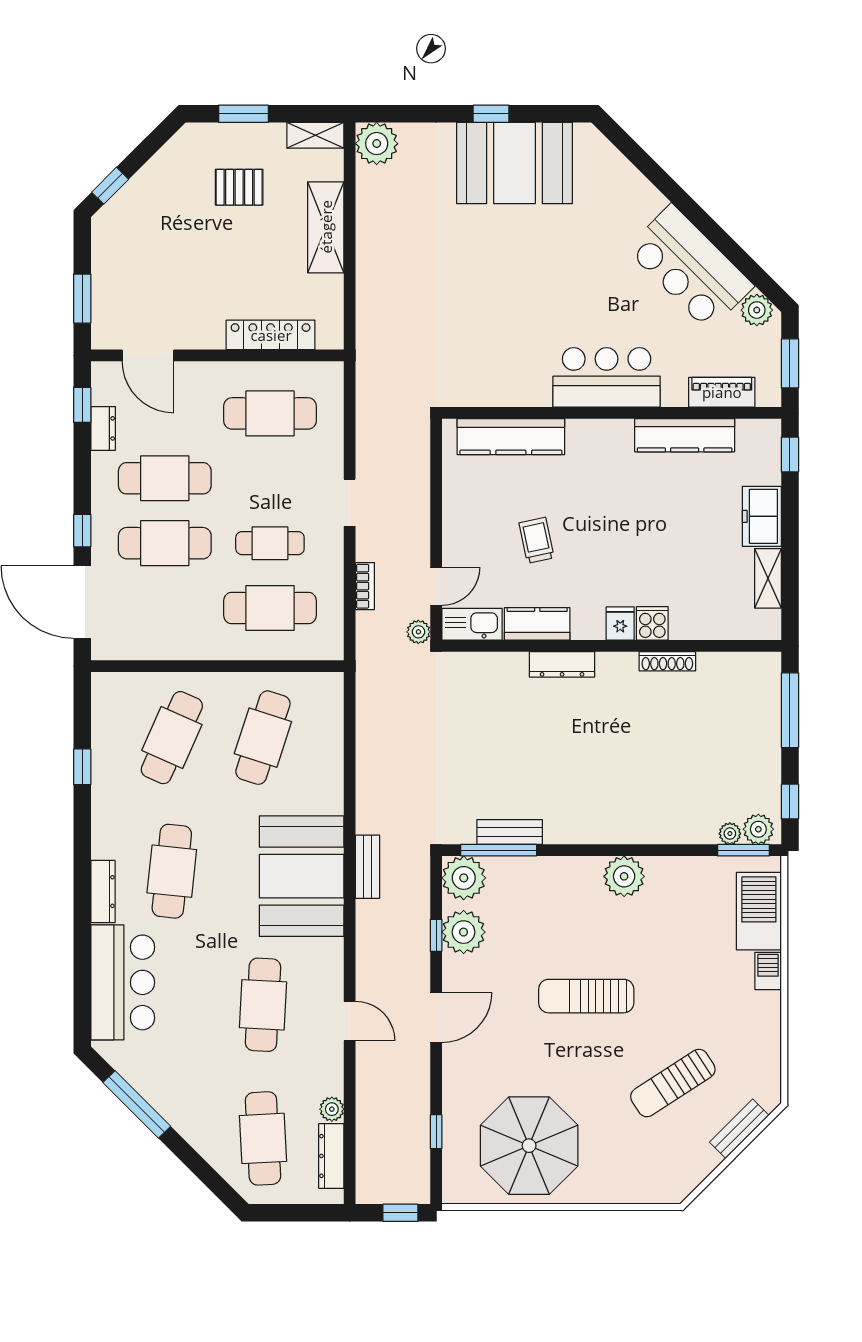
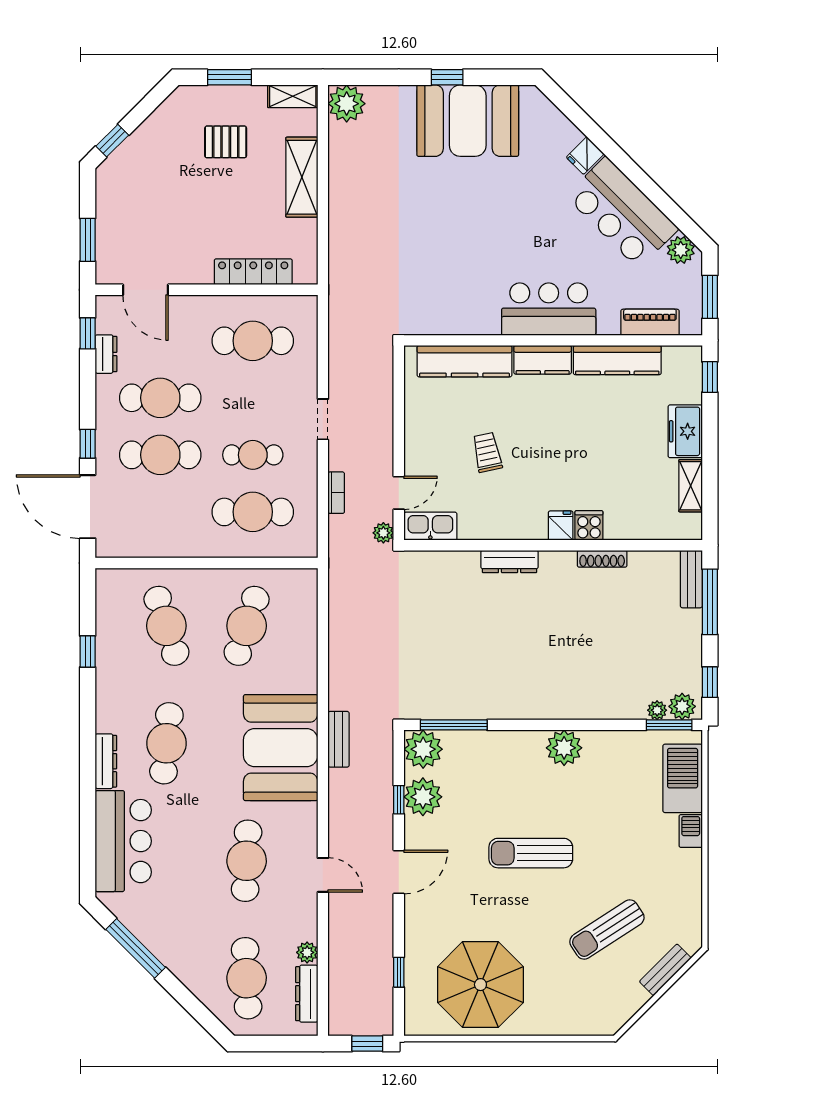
fridge: (648, 203) -> (585, 156), added
kitchen counter: (537, 624) -> (543, 360), moved, turned 180
cafe table: (172, 738) -> (166, 626), turned -42
bench: (510, 832) -> (691, 579), moved, turned 90

